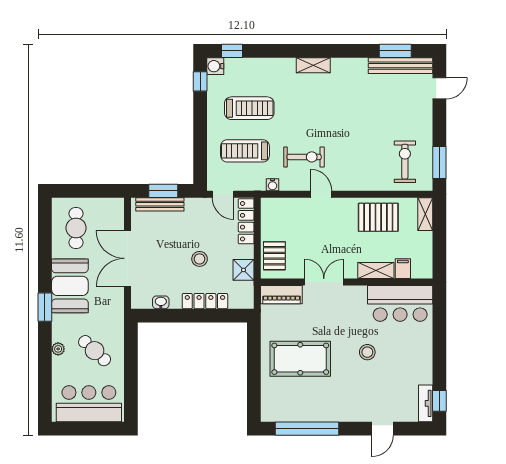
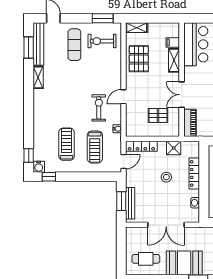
shelving: (313, 65) -> (38, 77), moved
exercise mat: (400, 120) -> (74, 45), added
pallet: (274, 256) -> (158, 116), moved

